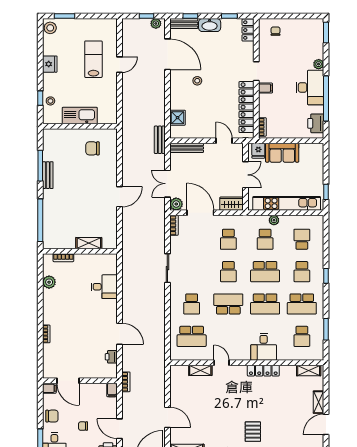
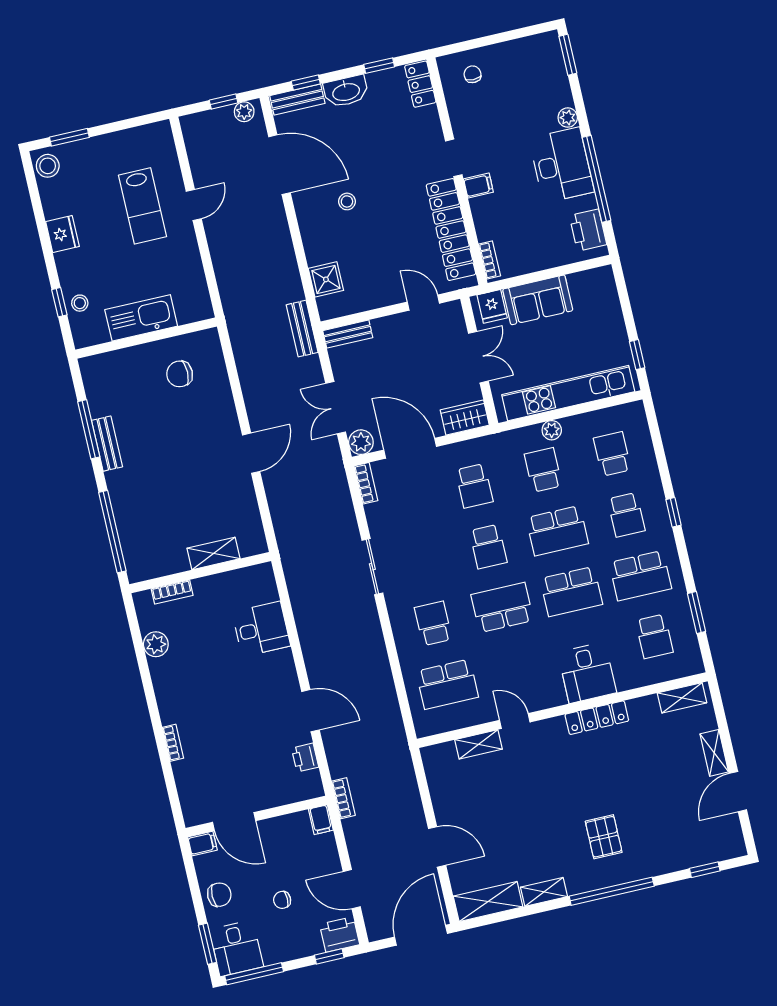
lab bench: (93, 59) -> (142, 206), turned 180
bench: (187, 148) -> (348, 334), width x0.73
school desk: (265, 239) -> (543, 470), turned 180
school desk: (192, 304) -> (433, 623), turned 180

